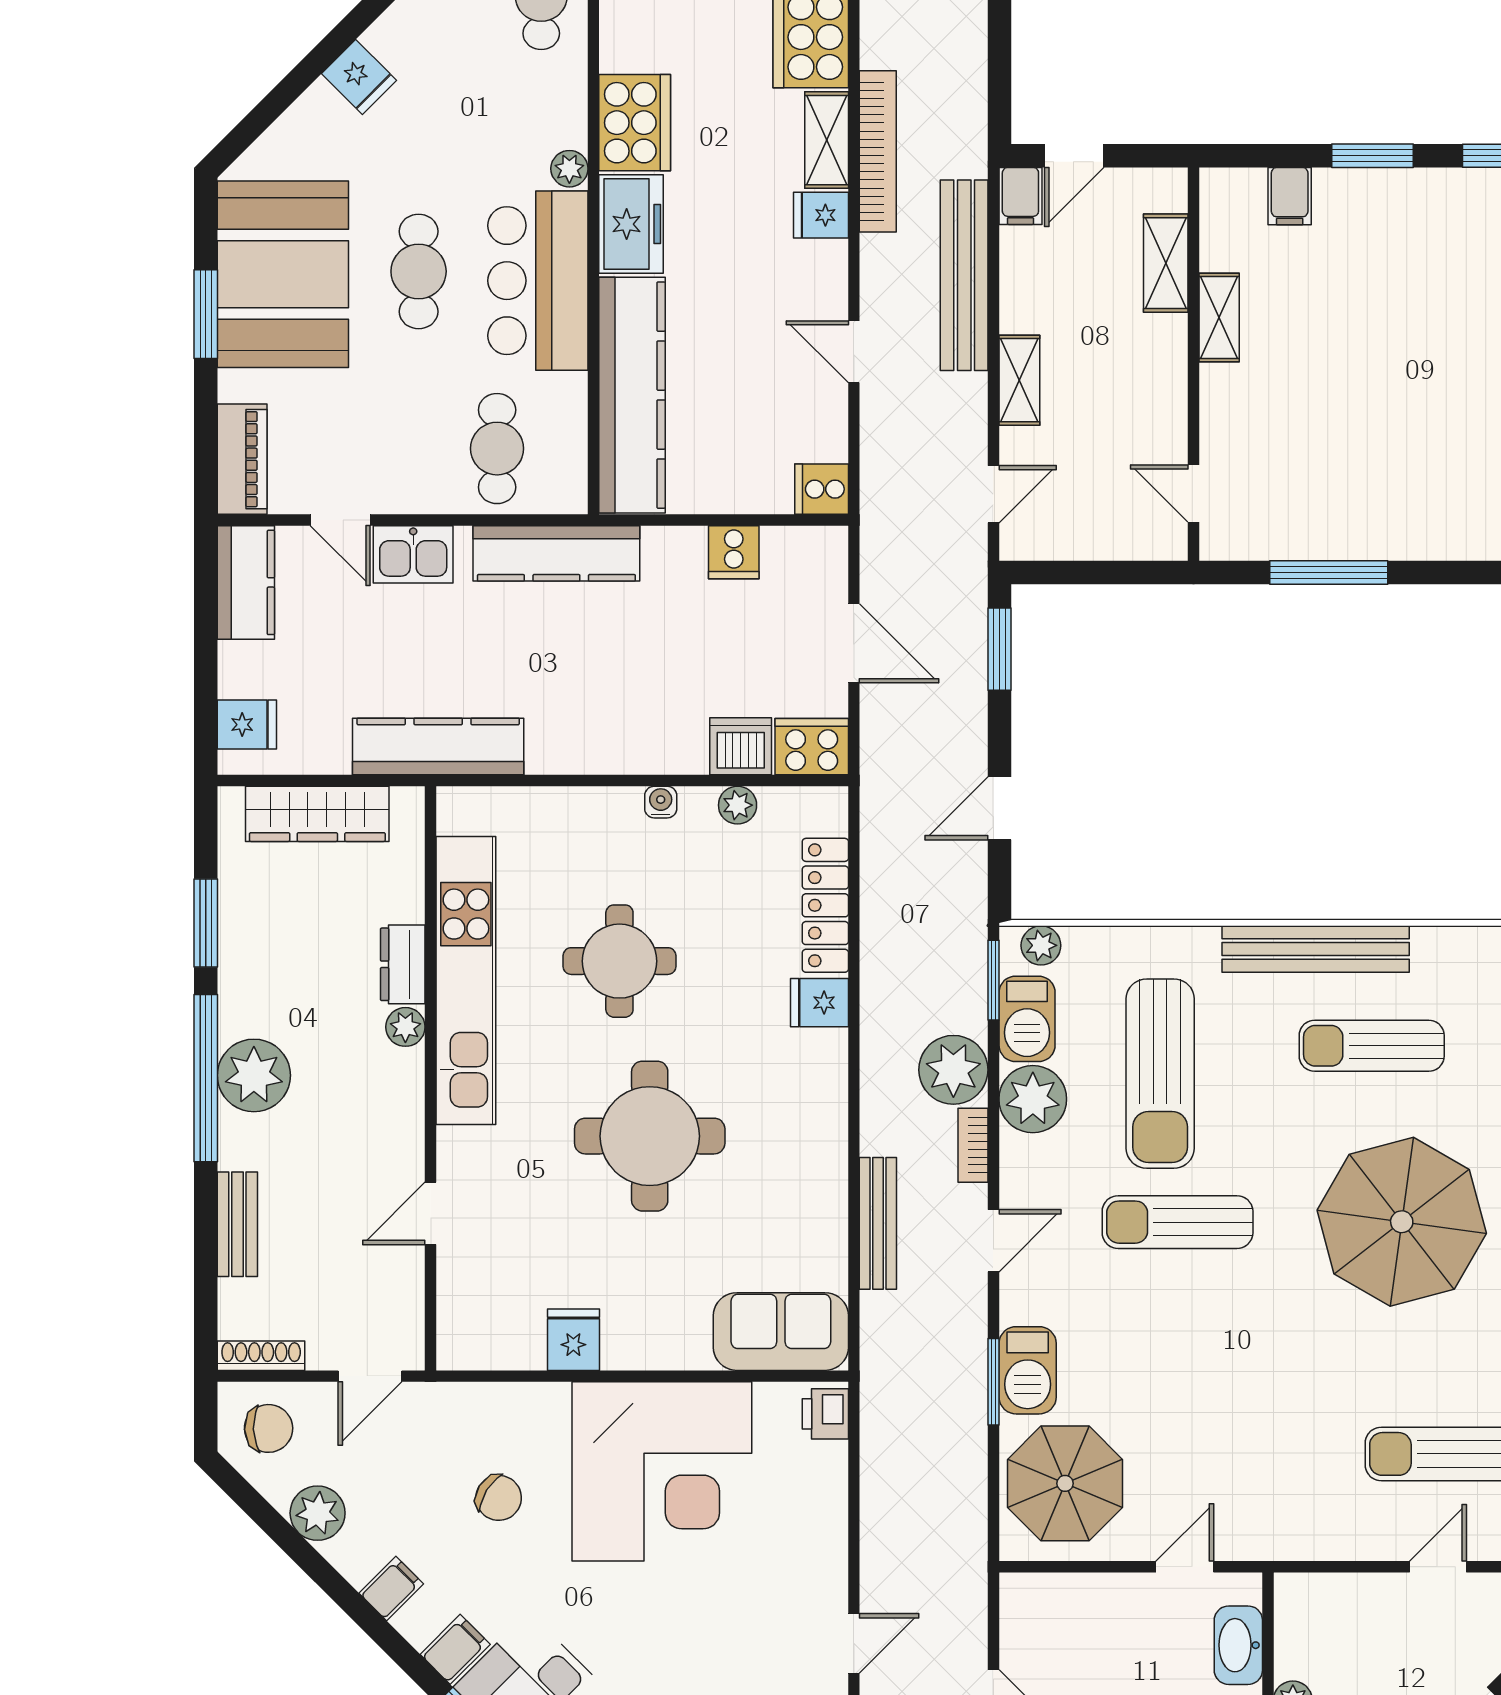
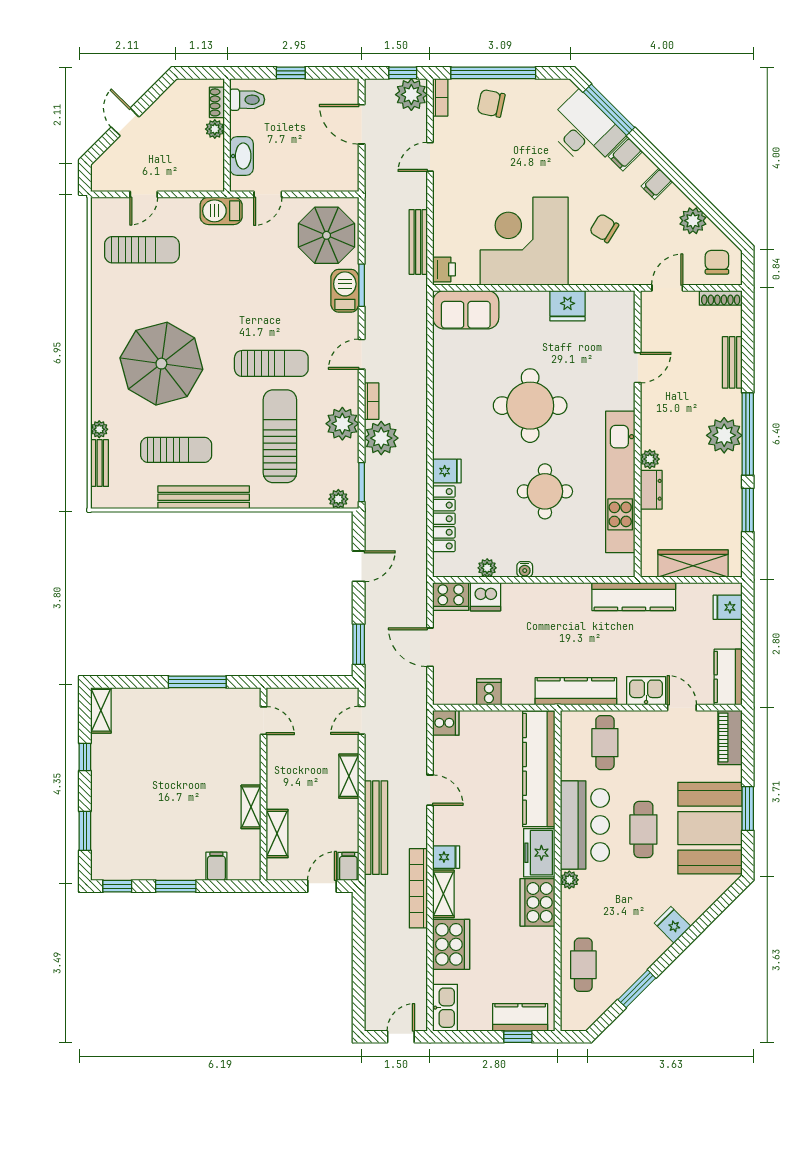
barbecue: (1027, 1019) -> (221, 211), moved, turned -90
bench: (878, 1223) -> (418, 242), moved
fridge: (573, 1340) -> (568, 306), width x1.38
chair: (269, 1428) -> (717, 262), turned 92

